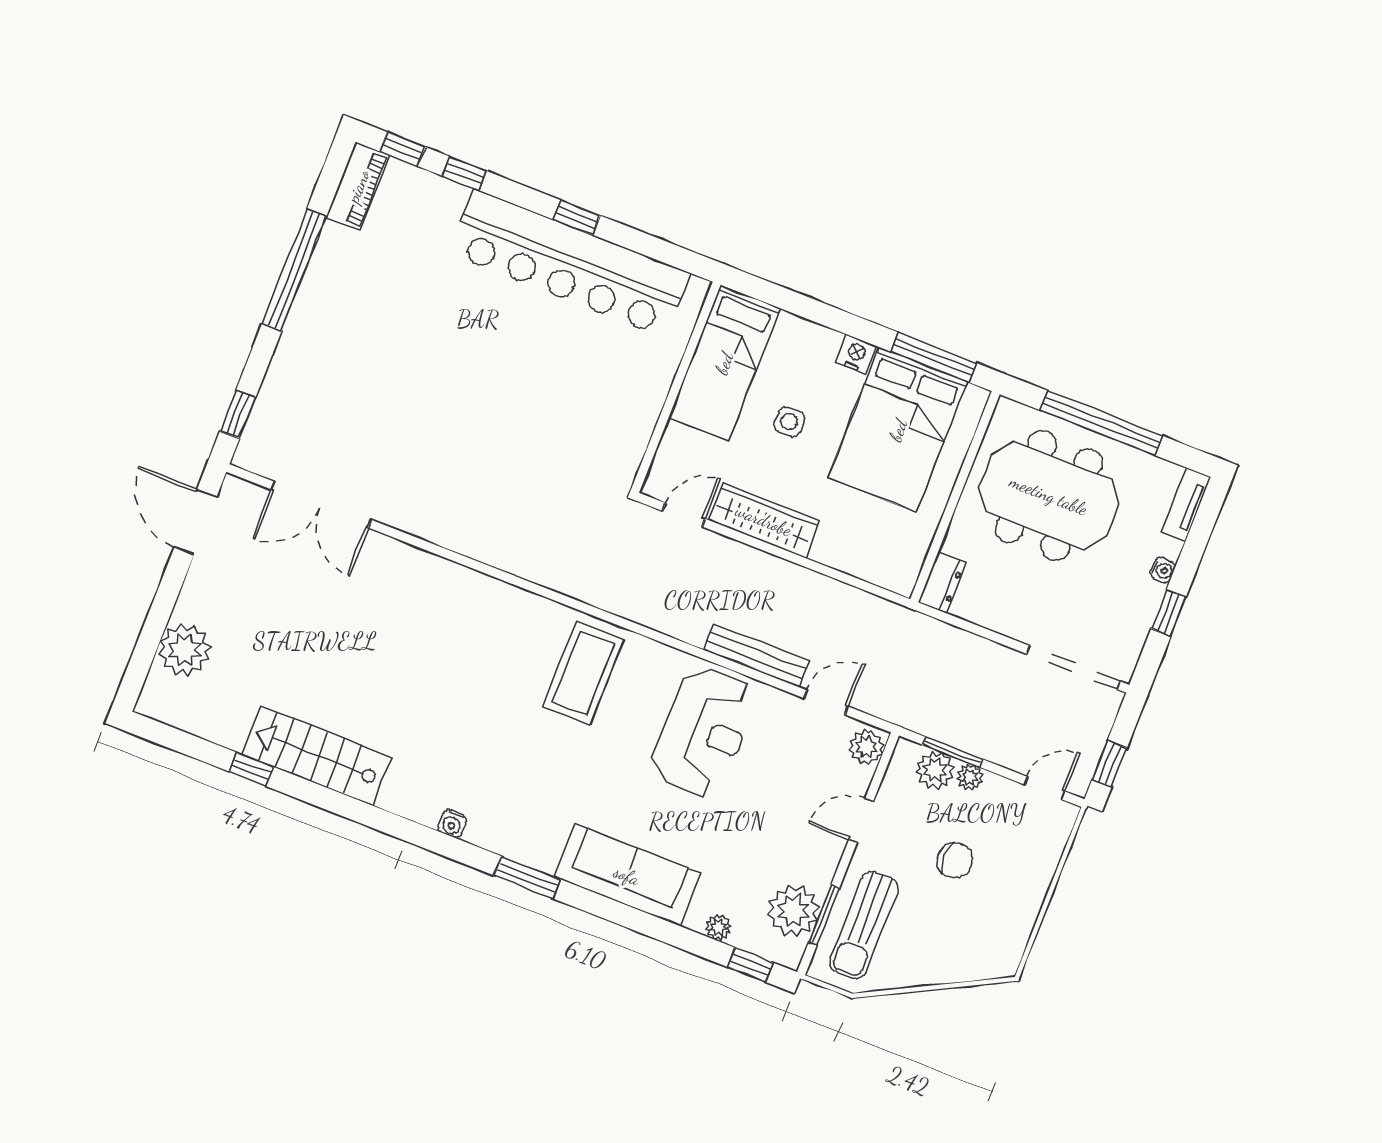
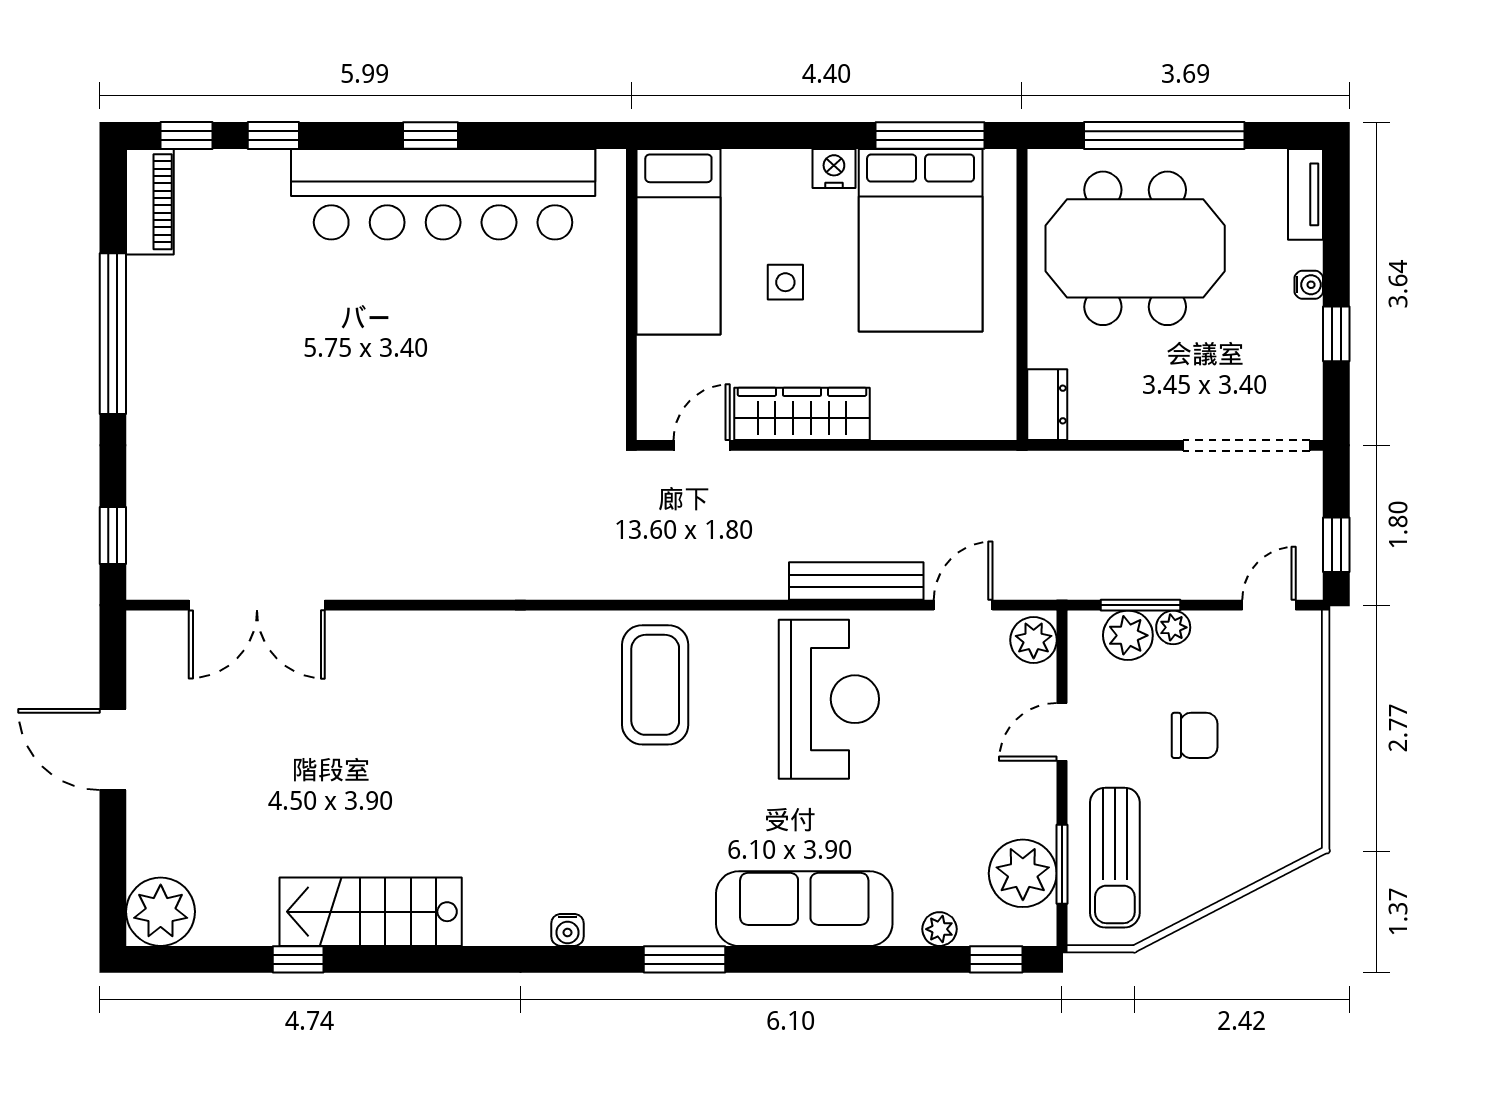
door: (195, 522) -> (113, 750), moved
plant: (185, 650) -> (161, 912), moved

